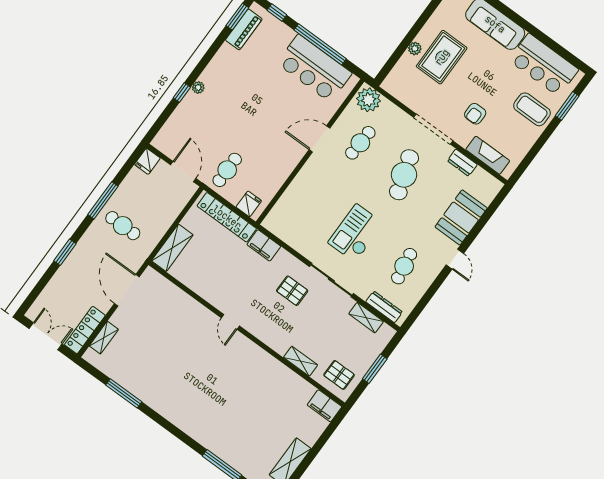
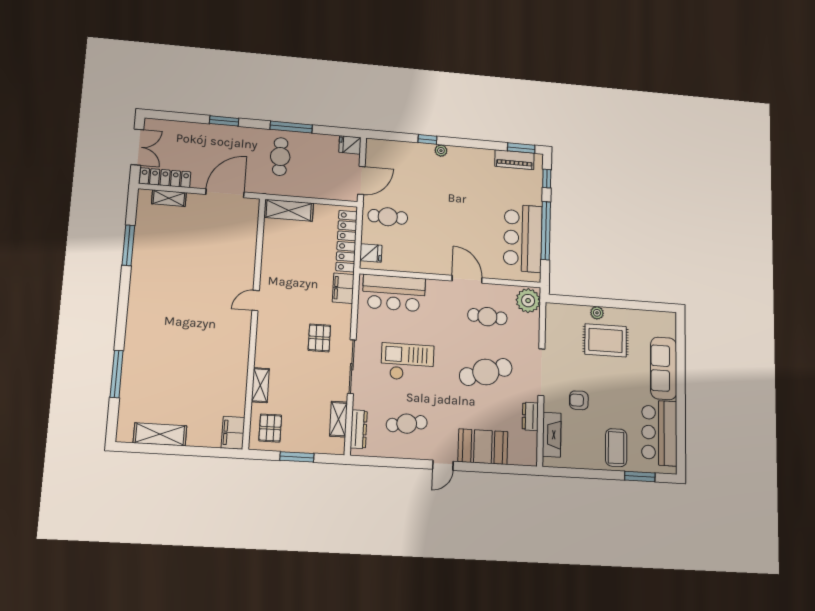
bar counter: (293, 207) -> (394, 293), added

